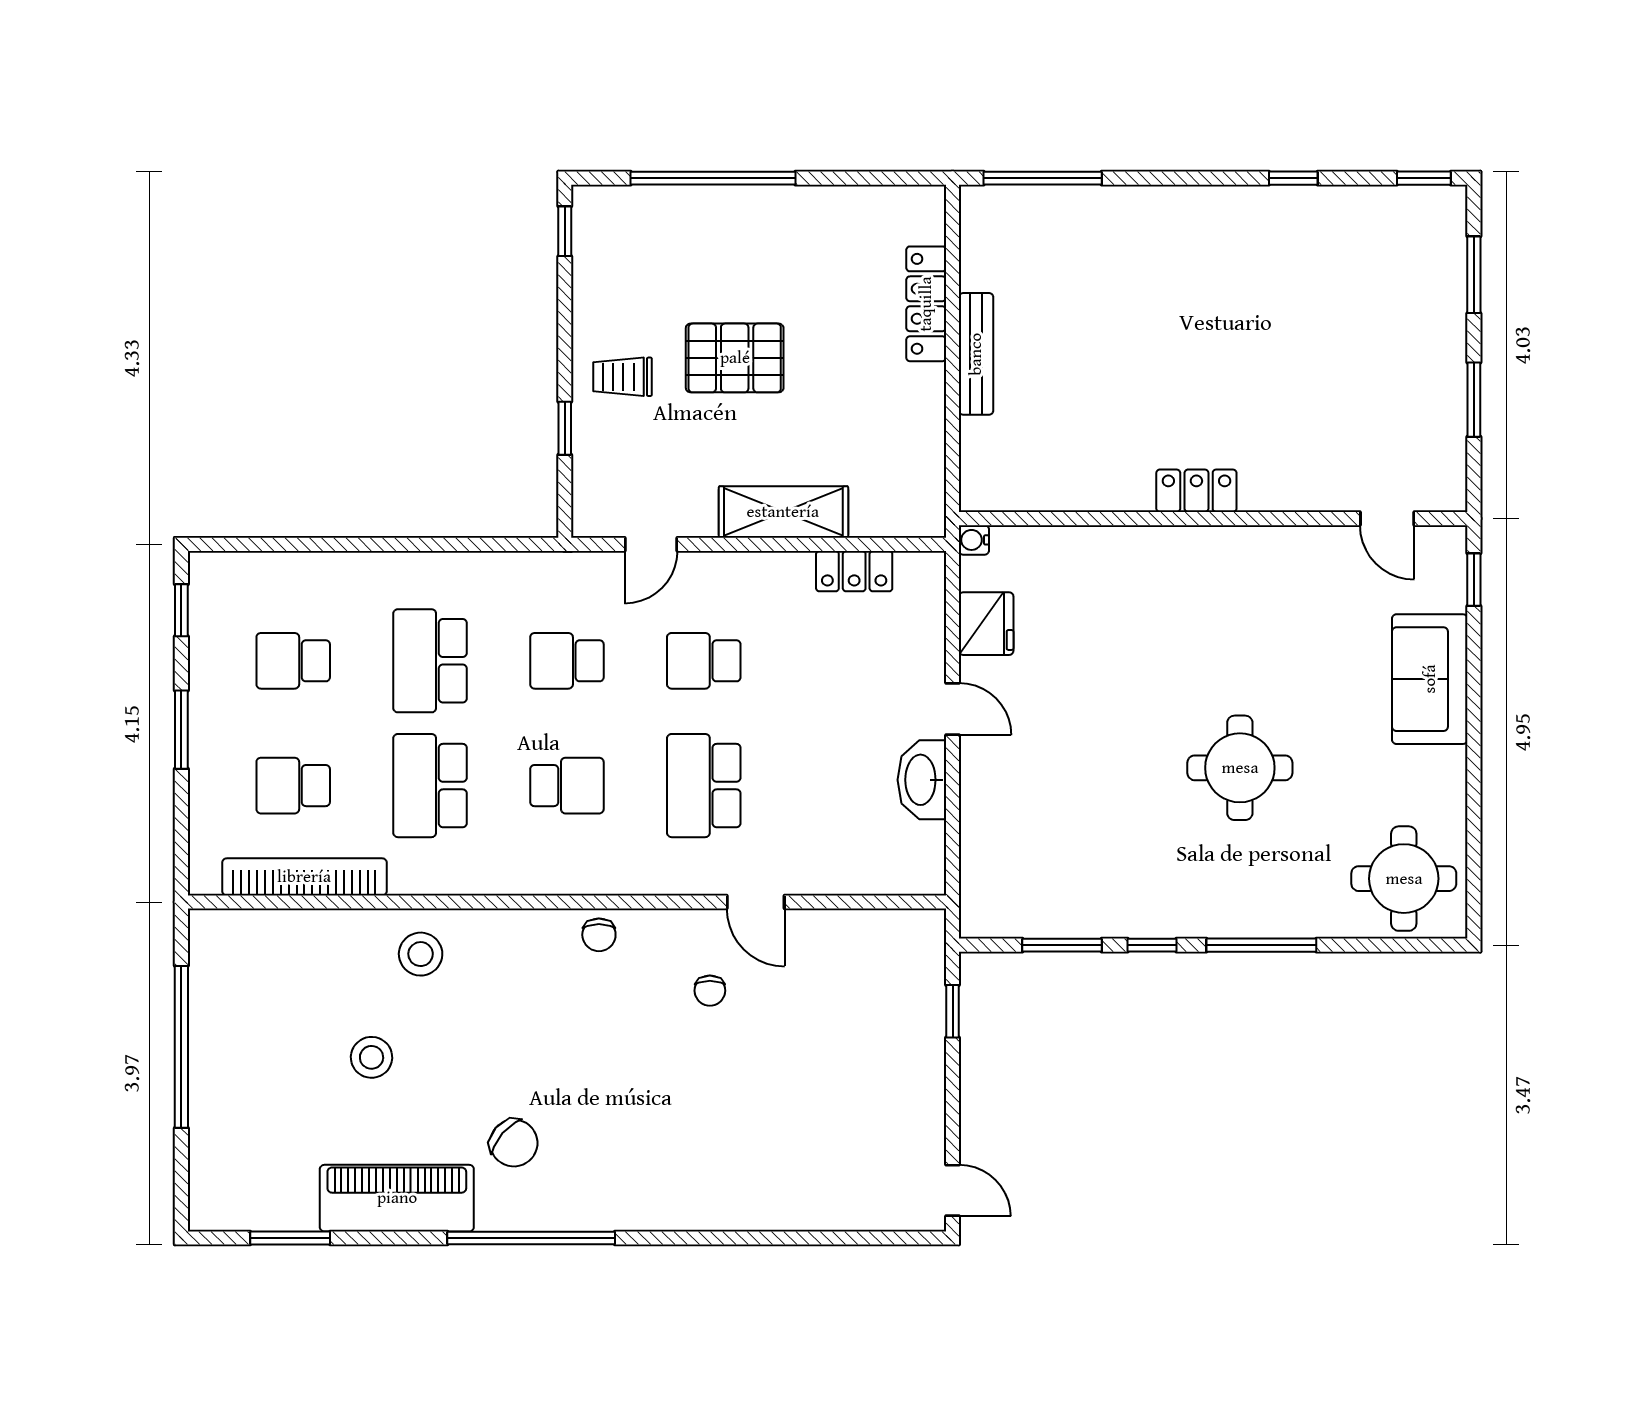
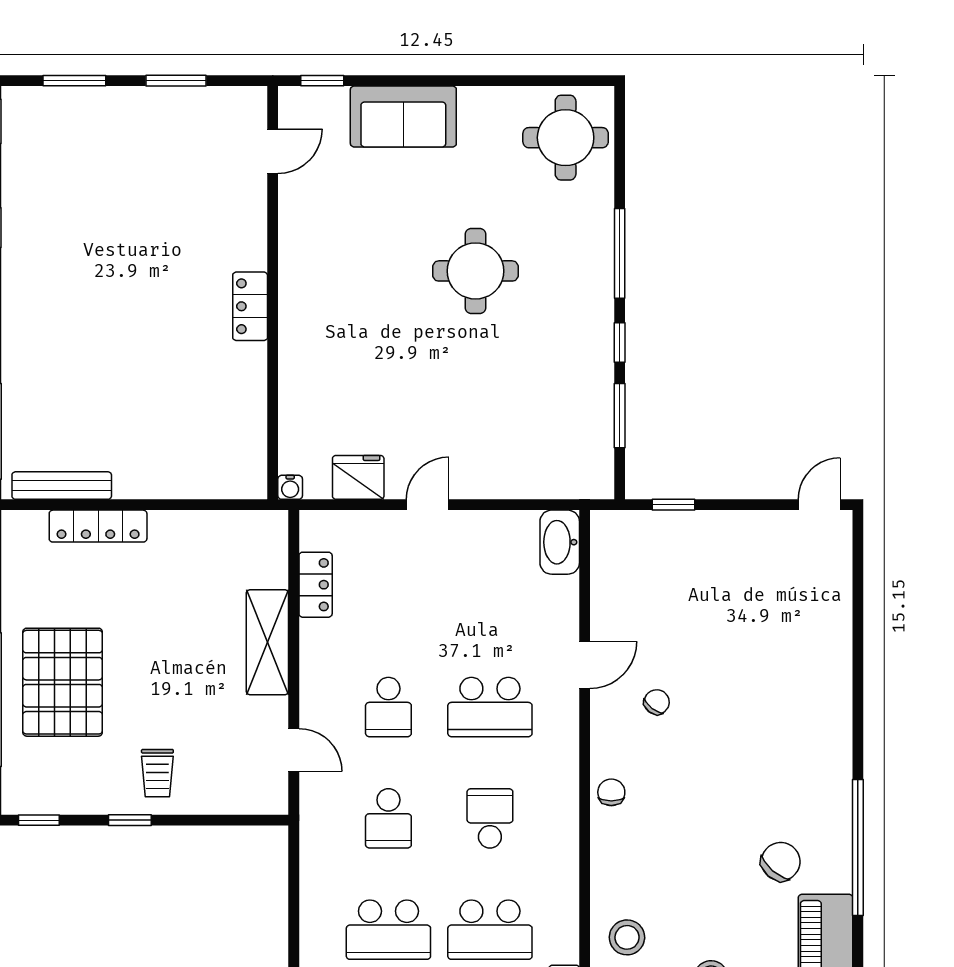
bench: (976, 354) -> (62, 486), moved
pallet: (735, 358) -> (63, 682), moved, width x1.37, depth x1.41
window: (565, 428) -> (130, 820), moved
washbasin: (922, 780) -> (560, 542), moved, turned 90
chair: (599, 935) -> (611, 792), turned -90
chair: (710, 991) -> (657, 702), turned -52

